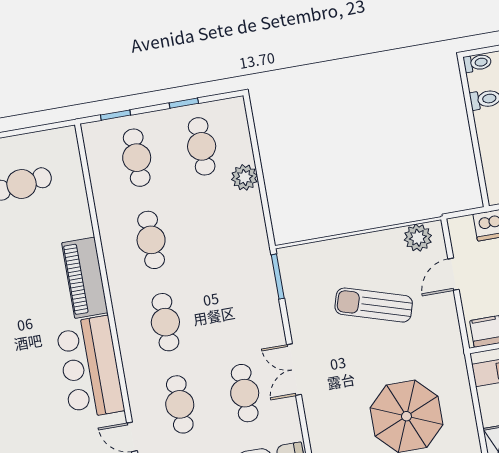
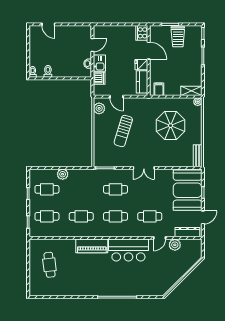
cafe table: (245, 393) -> (115, 189), moved

